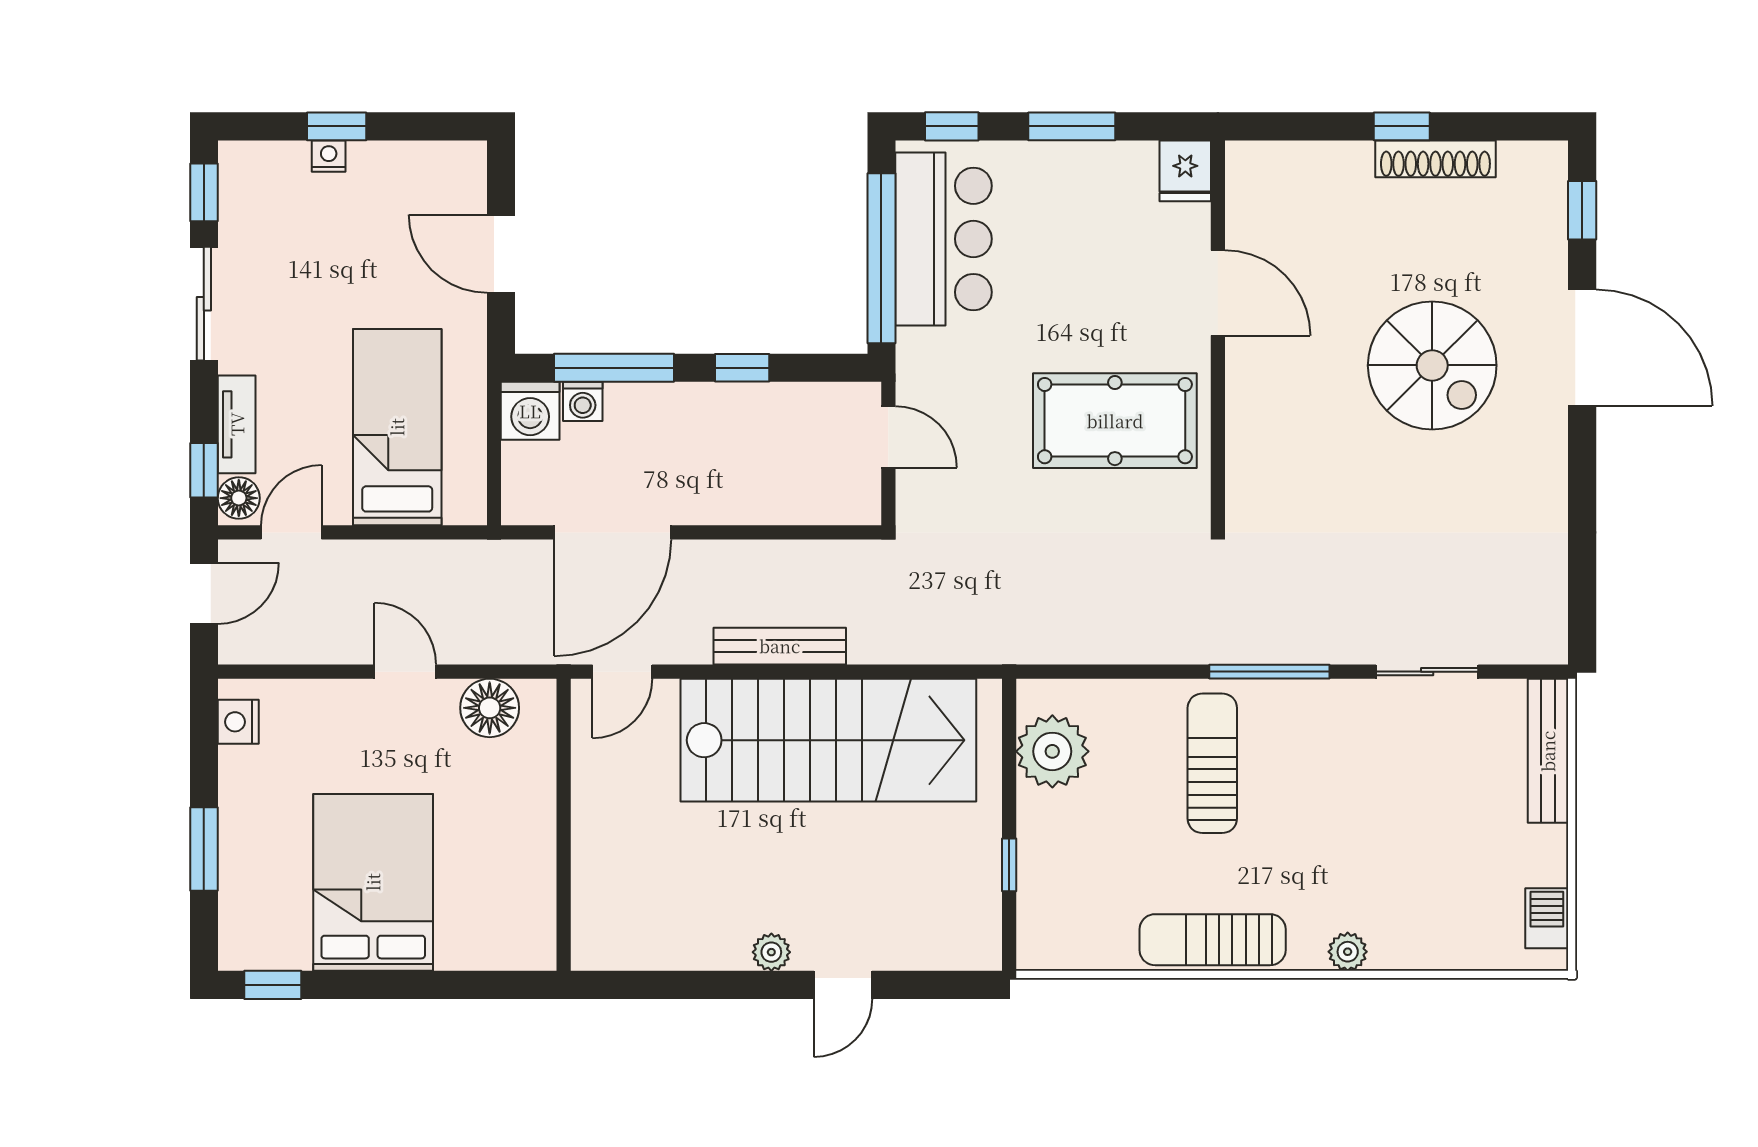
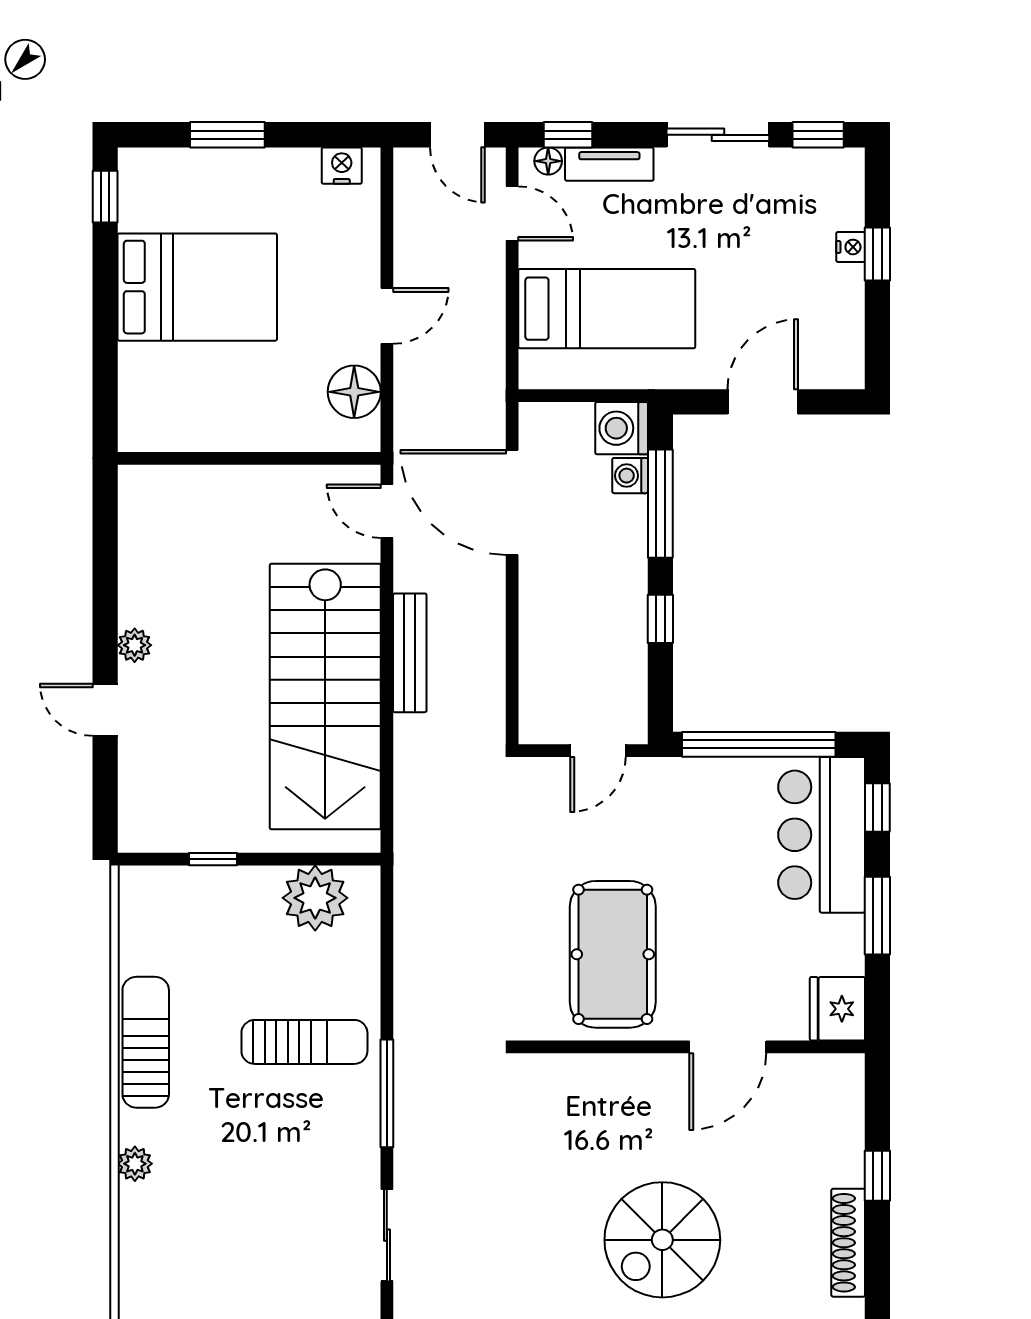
window: (1402, 126) -> (877, 1176), moved
fridge: (1185, 171) -> (837, 1009), width x1.38
bar counter: (944, 239) -> (822, 835), moved, turned 90
floor lamp: (239, 498) -> (548, 161), width x0.73, depth x0.73

